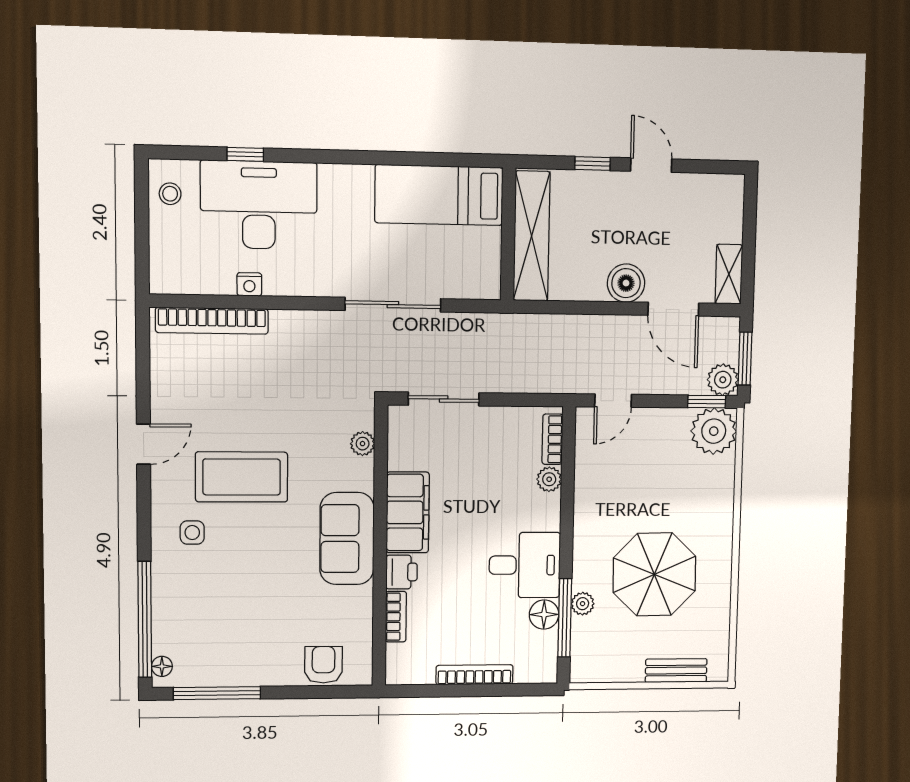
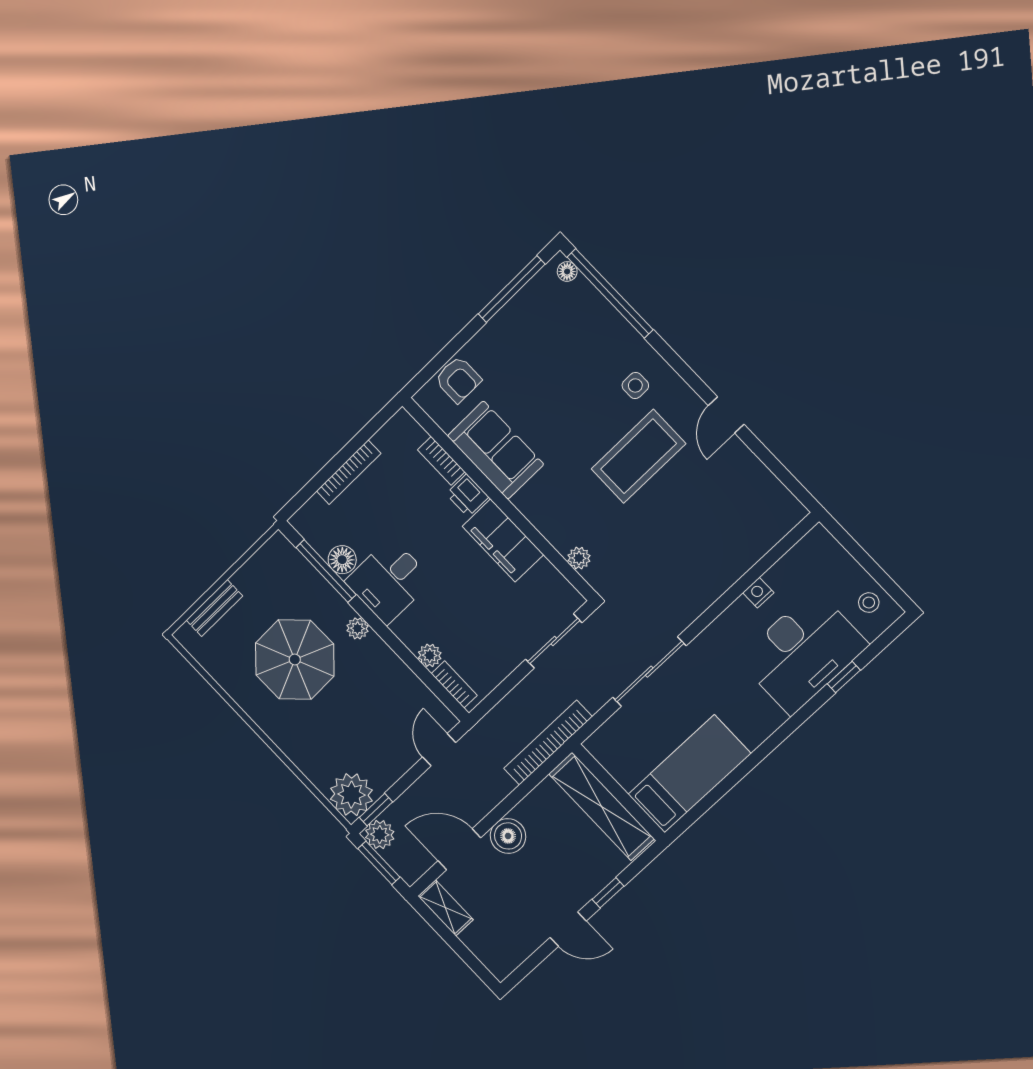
bookcase: (212, 321) -> (548, 743), moved
sofa: (347, 539) -> (496, 450), moved
plant: (583, 604) -> (358, 628), moved

